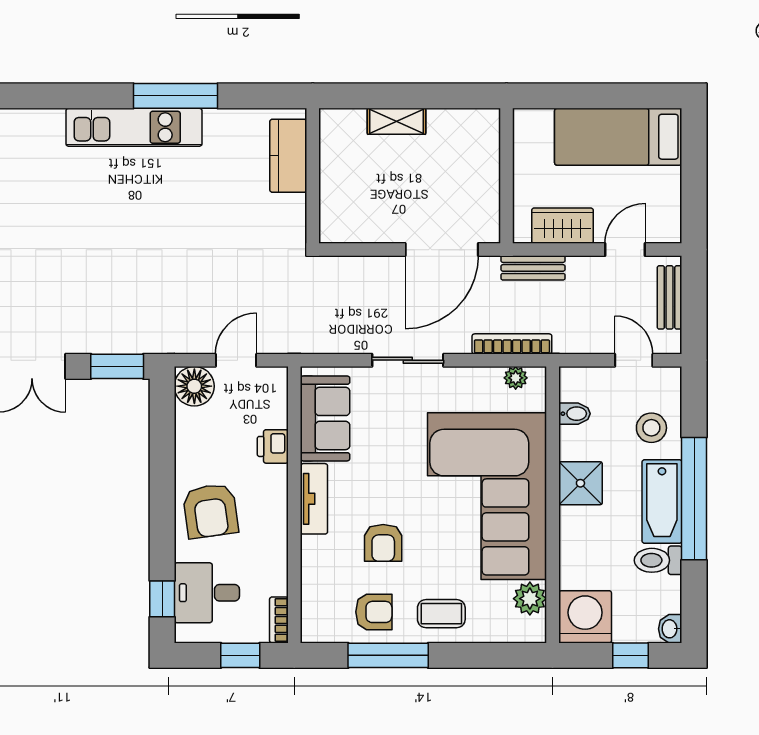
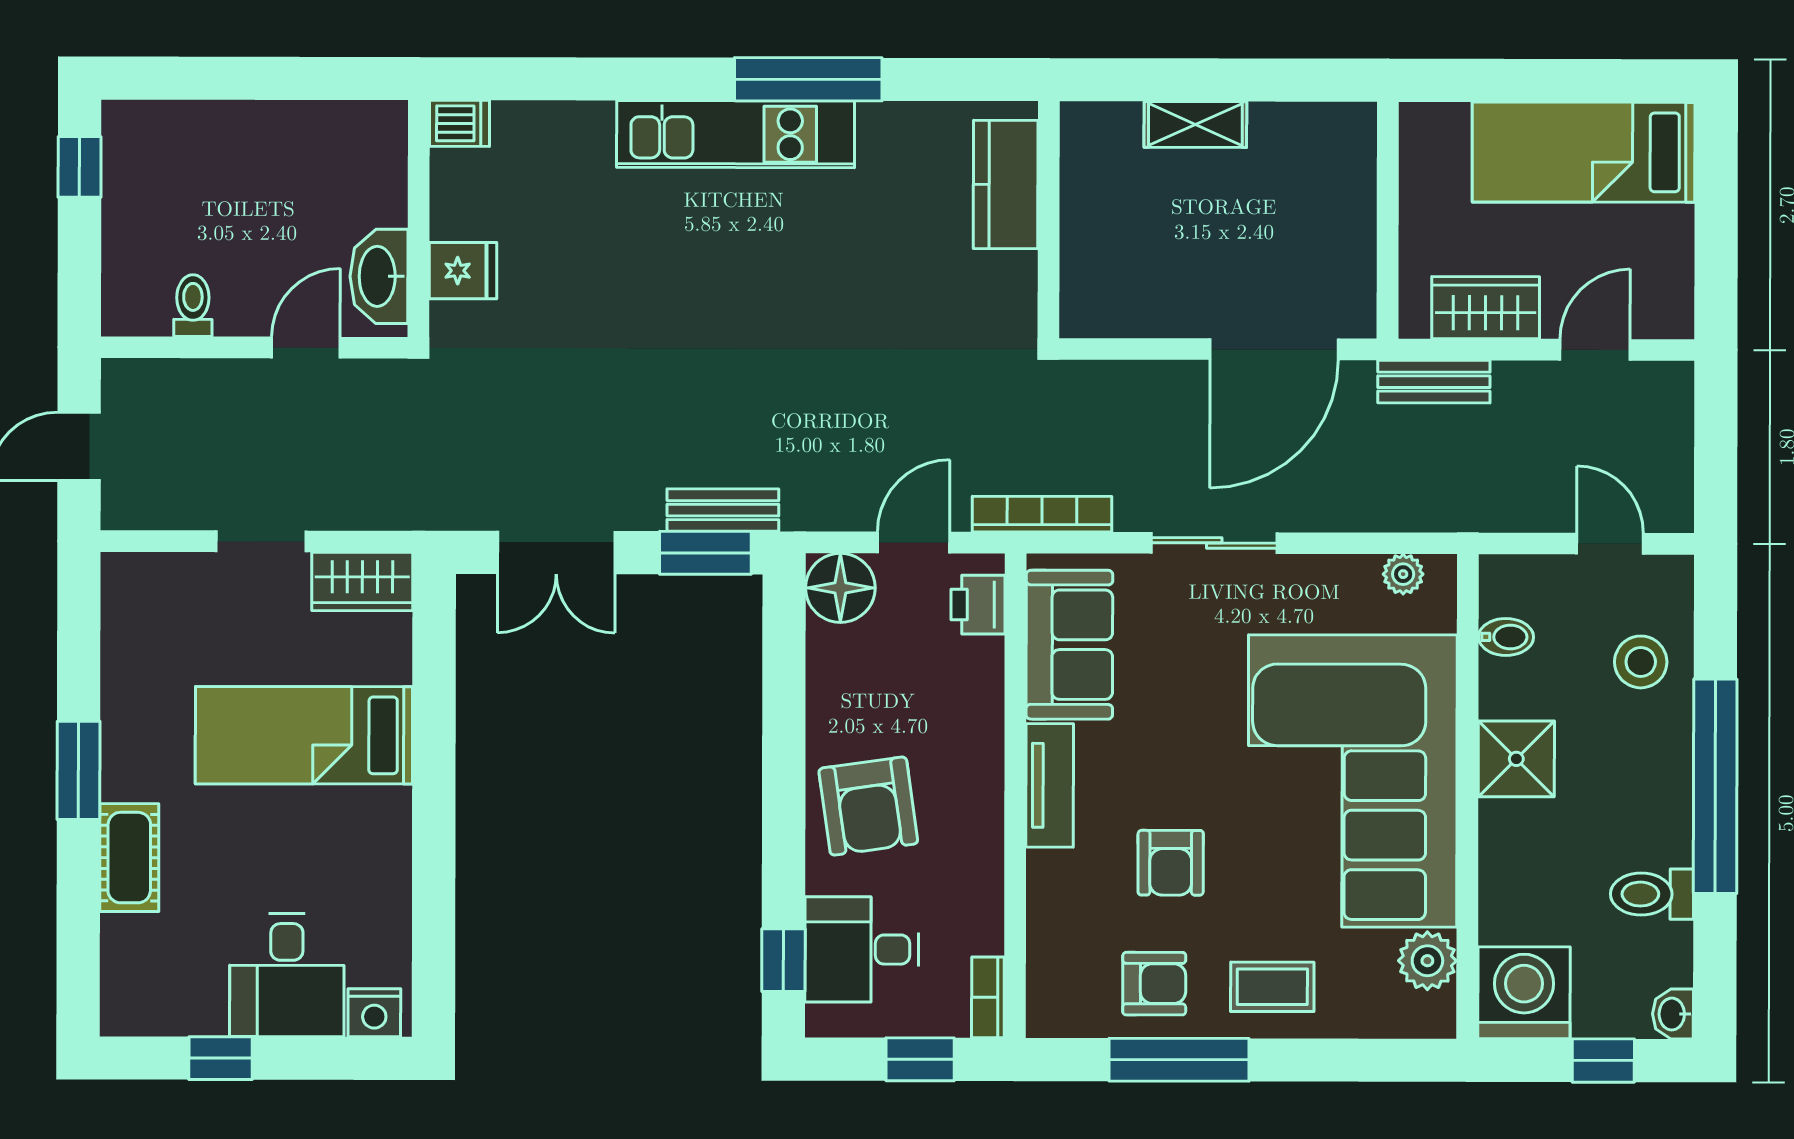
bench: (670, 297) -> (723, 510), moved, turned 90
bookcase: (512, 344) -> (1042, 514), moved
printer: (273, 446) -> (978, 605), moved
bathtub: (662, 501) -> (1659, 791), removed

